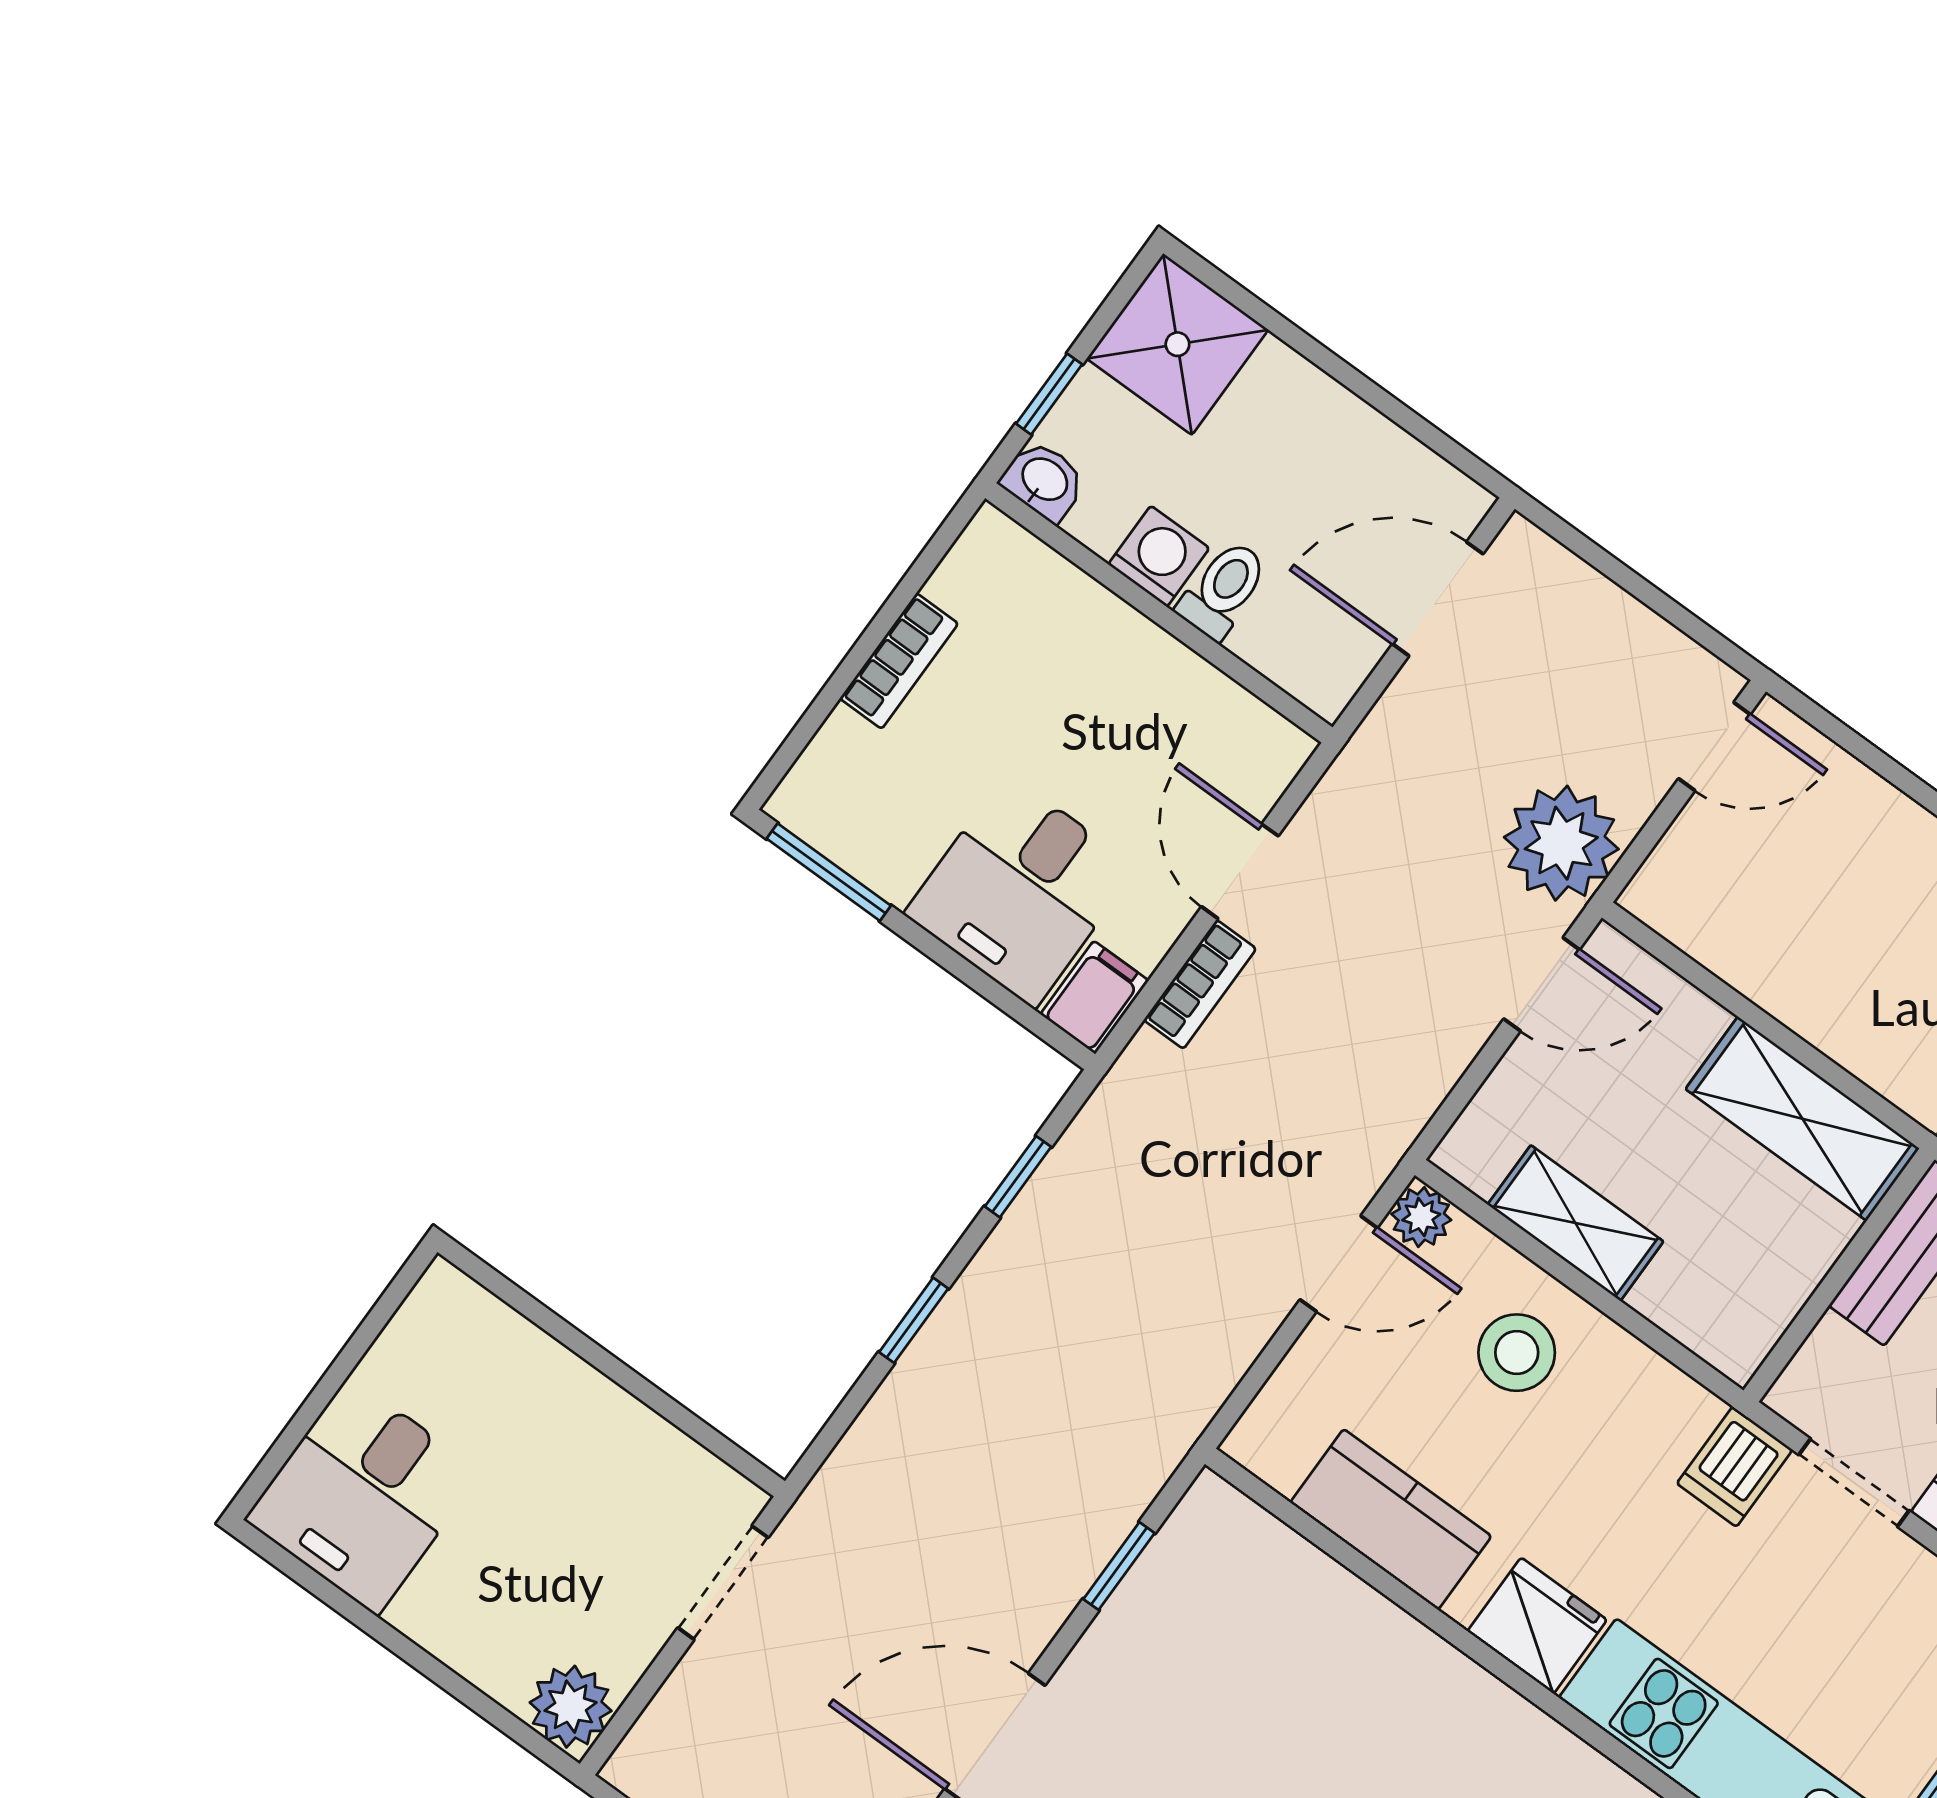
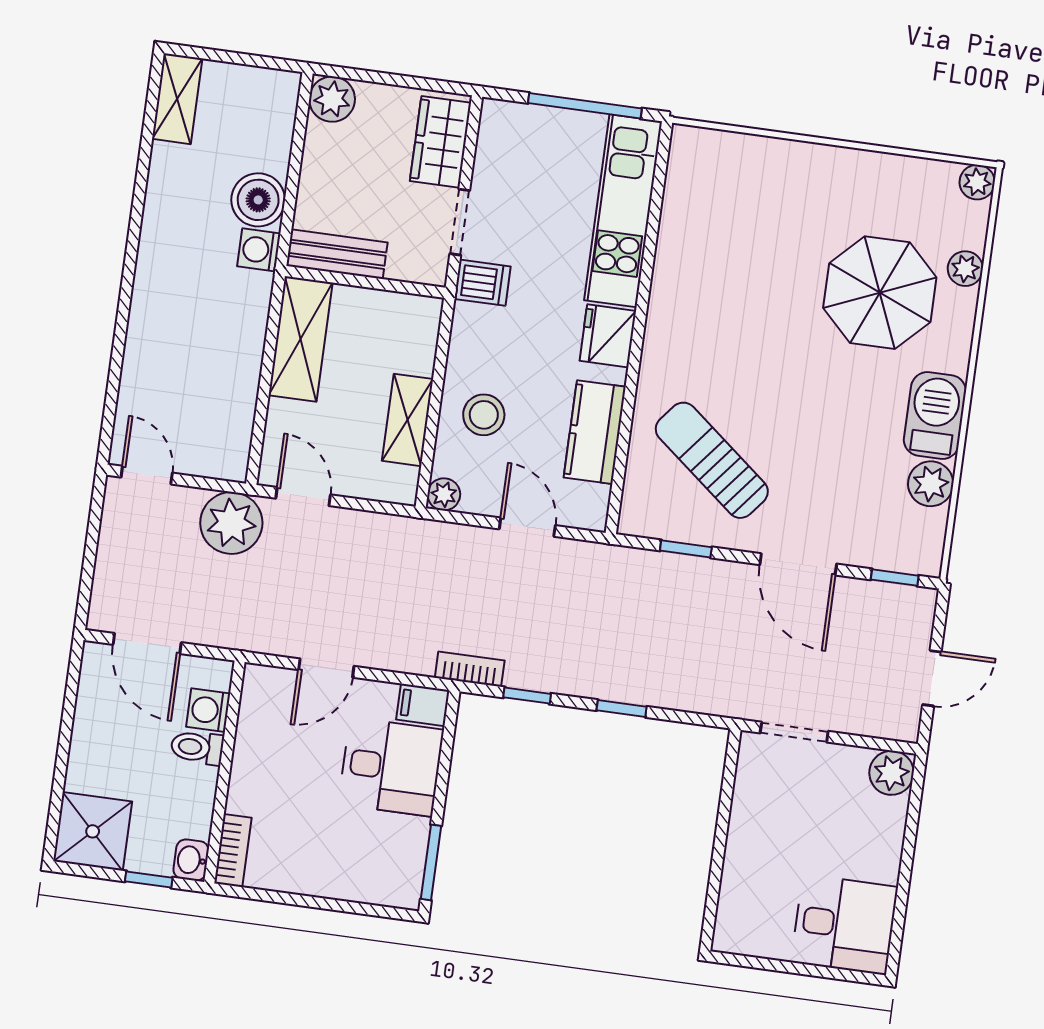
washing machine: (1159, 556) -> (208, 710), moved
bookcase: (899, 661) -> (233, 851), moved, turned 90
bookcase: (1200, 984) -> (470, 669), moved
door: (1339, 1264) -> (527, 527), moved
sun lounger: (1242, 1687) -> (712, 460), added

